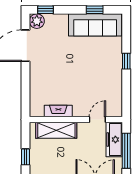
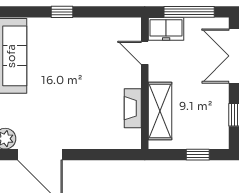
freezer: (114, 140) -> (166, 29), width x0.71

